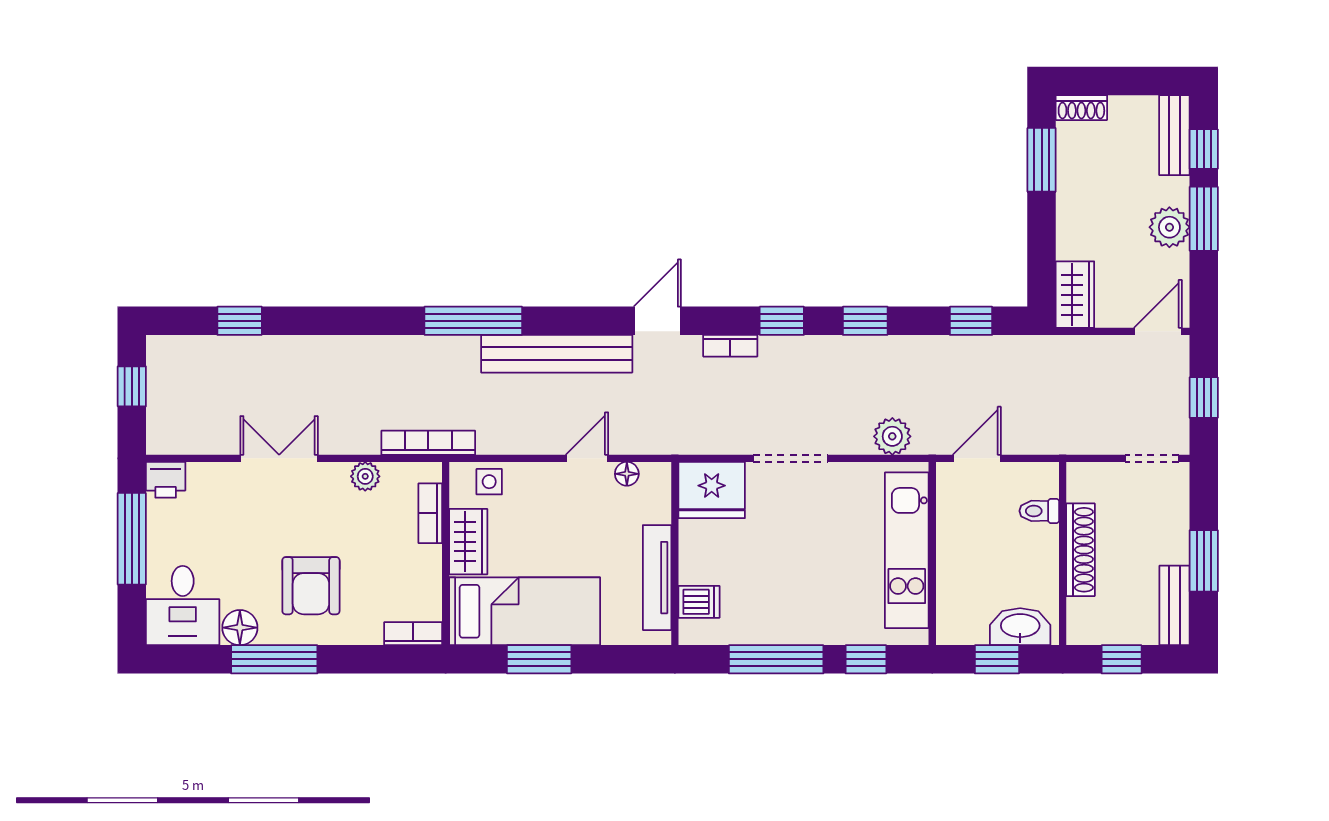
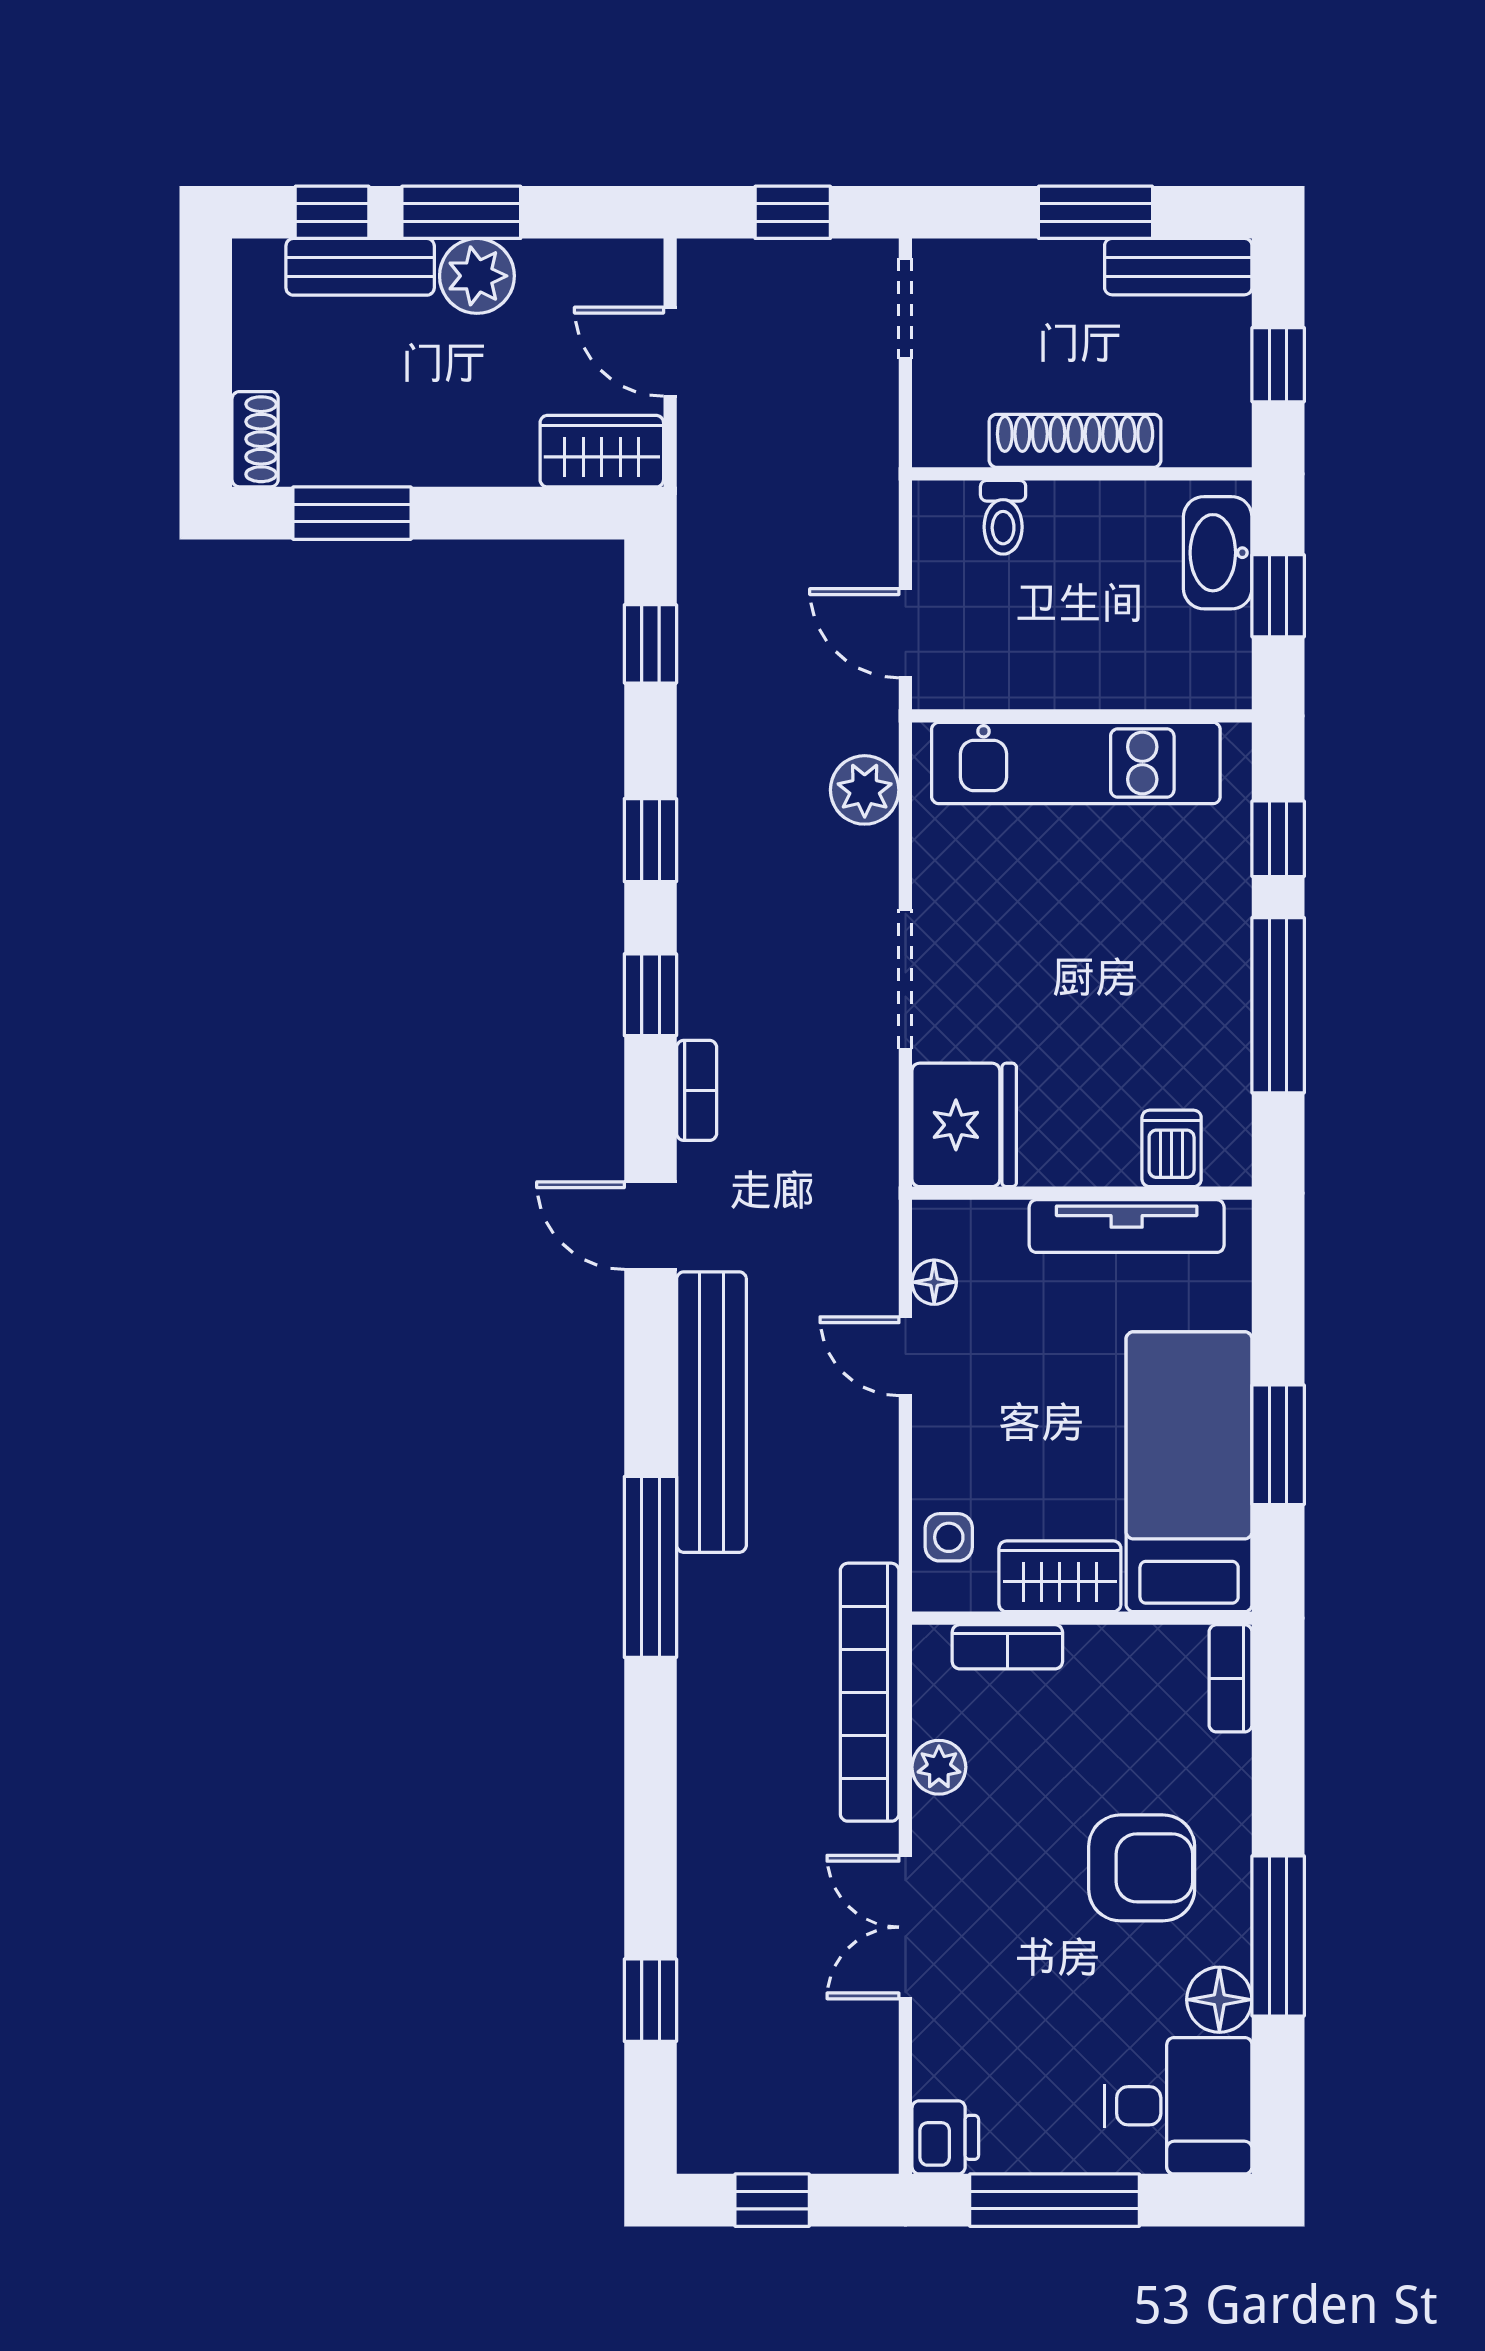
bench: (1174, 135) -> (360, 267), moved
door: (1158, 331) -> (670, 352), moved
bookcase: (428, 443) -> (870, 1692), width x1.48, depth x1.31

